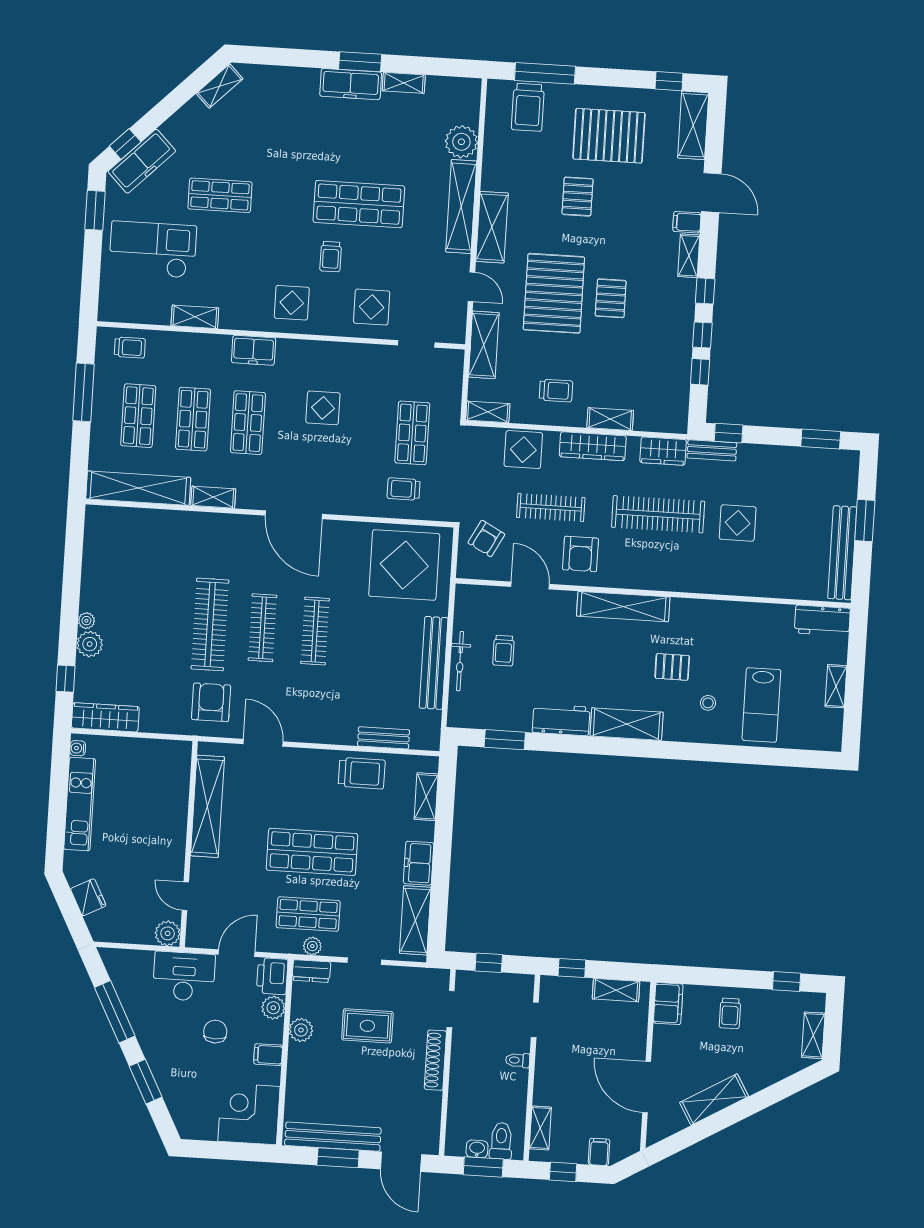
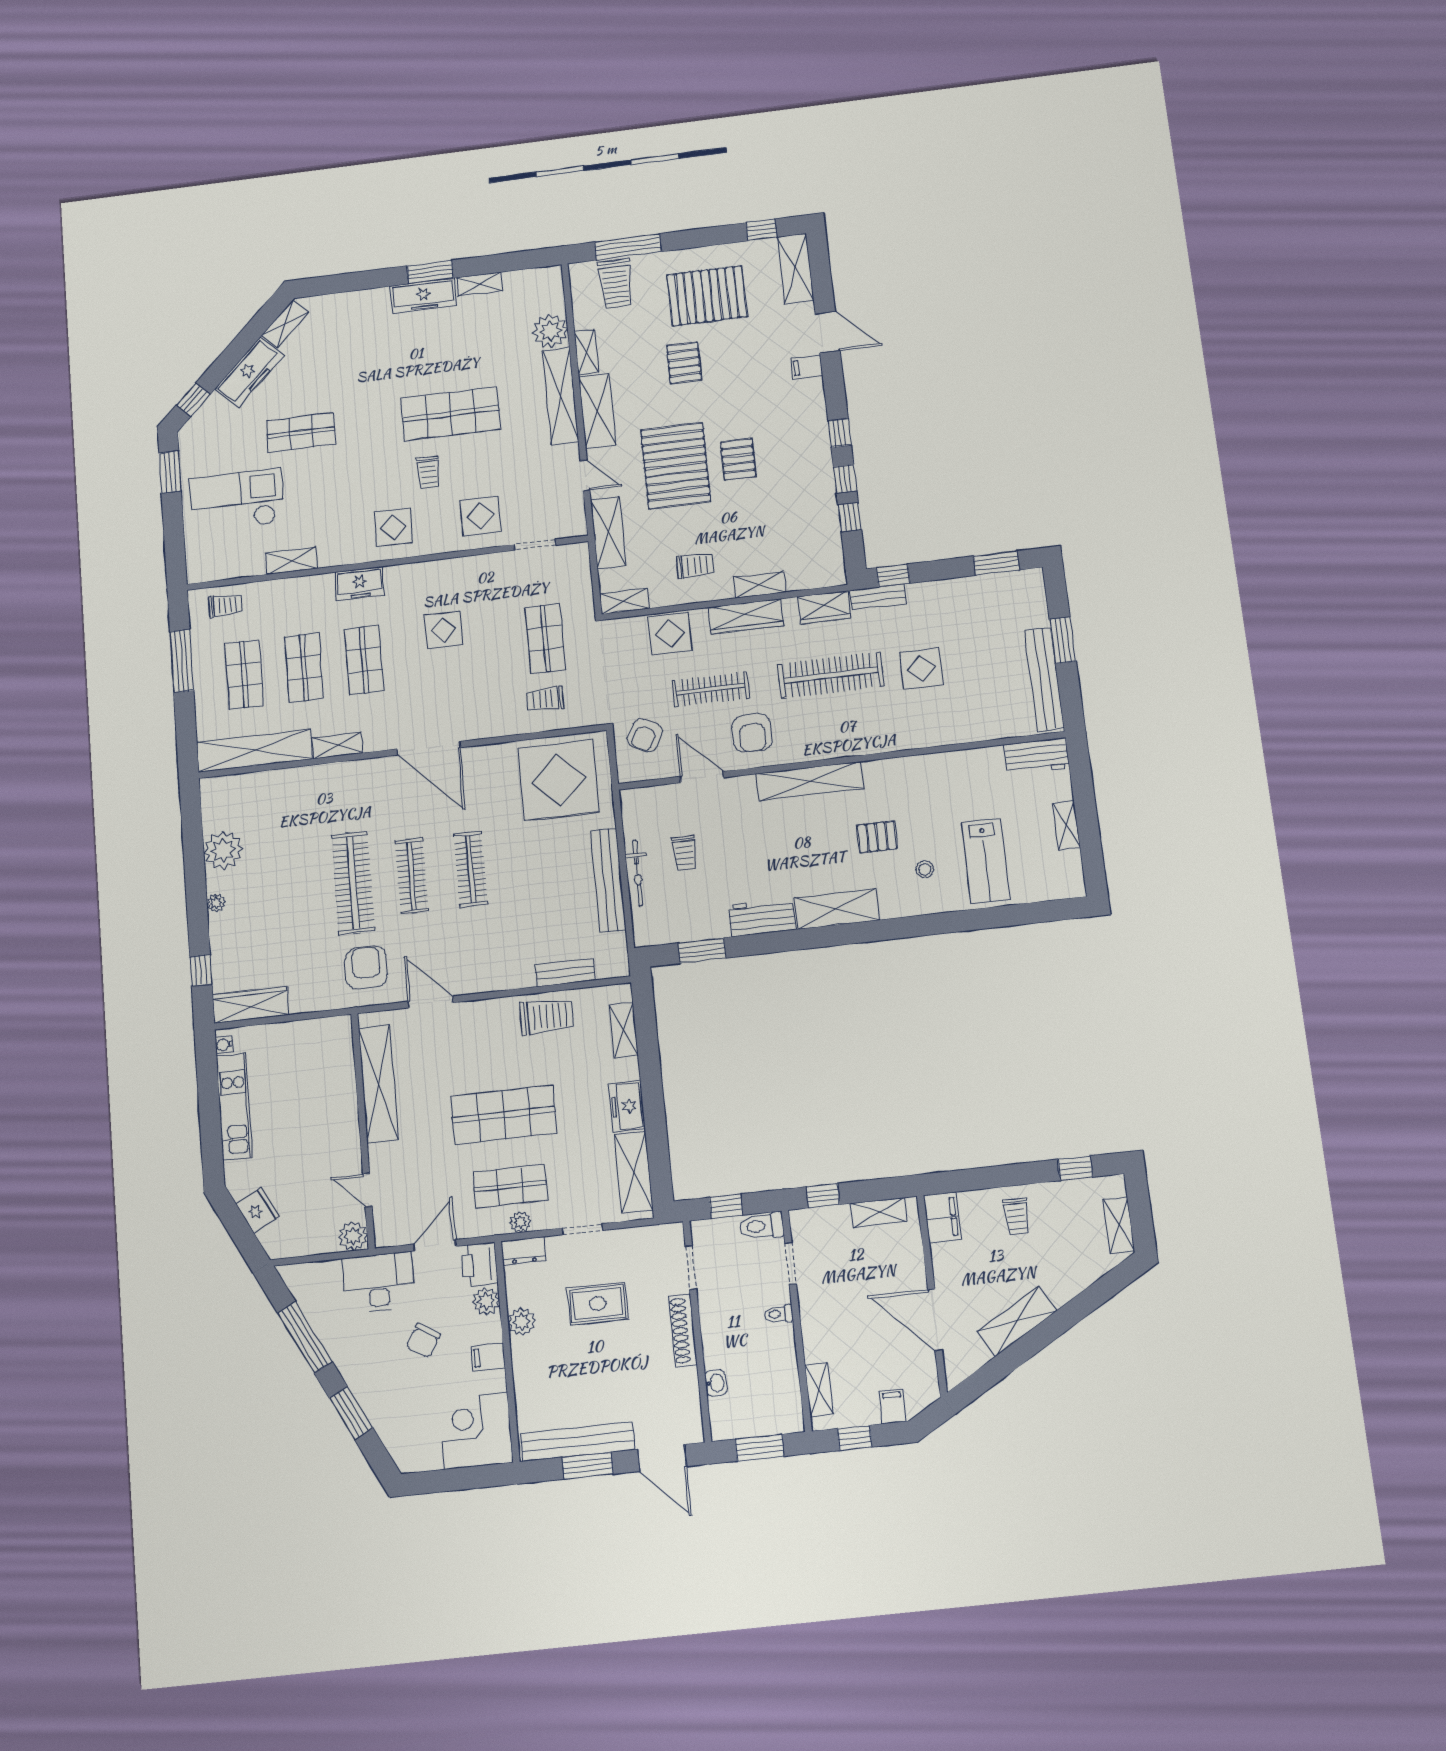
freezer: (142, 161) -> (249, 372), moved
shelving: (689, 256) -> (587, 352), moved
plant: (90, 644) -> (223, 850), moved, width x1.36, depth x1.36
chair: (215, 1032) -> (423, 1341), turned -149
toilet: (501, 1141) -> (762, 1226), moved, turned -90
washbasin: (477, 1149) -> (716, 1383), moved, turned 90

